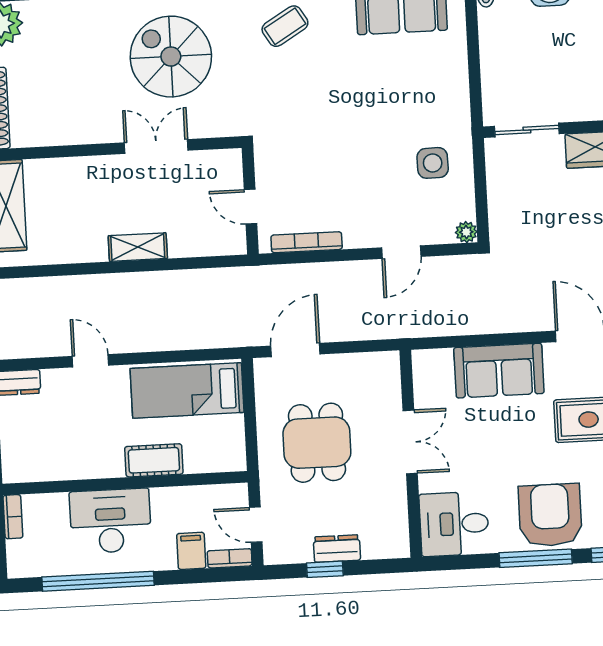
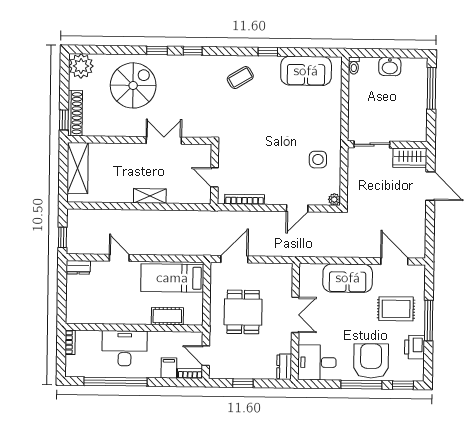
spiral stairs: (171, 57) -> (133, 85), moved, turned 90
cot: (154, 460) -> (167, 316), moved
dresser: (337, 549) -> (284, 367), moved, turned -90

